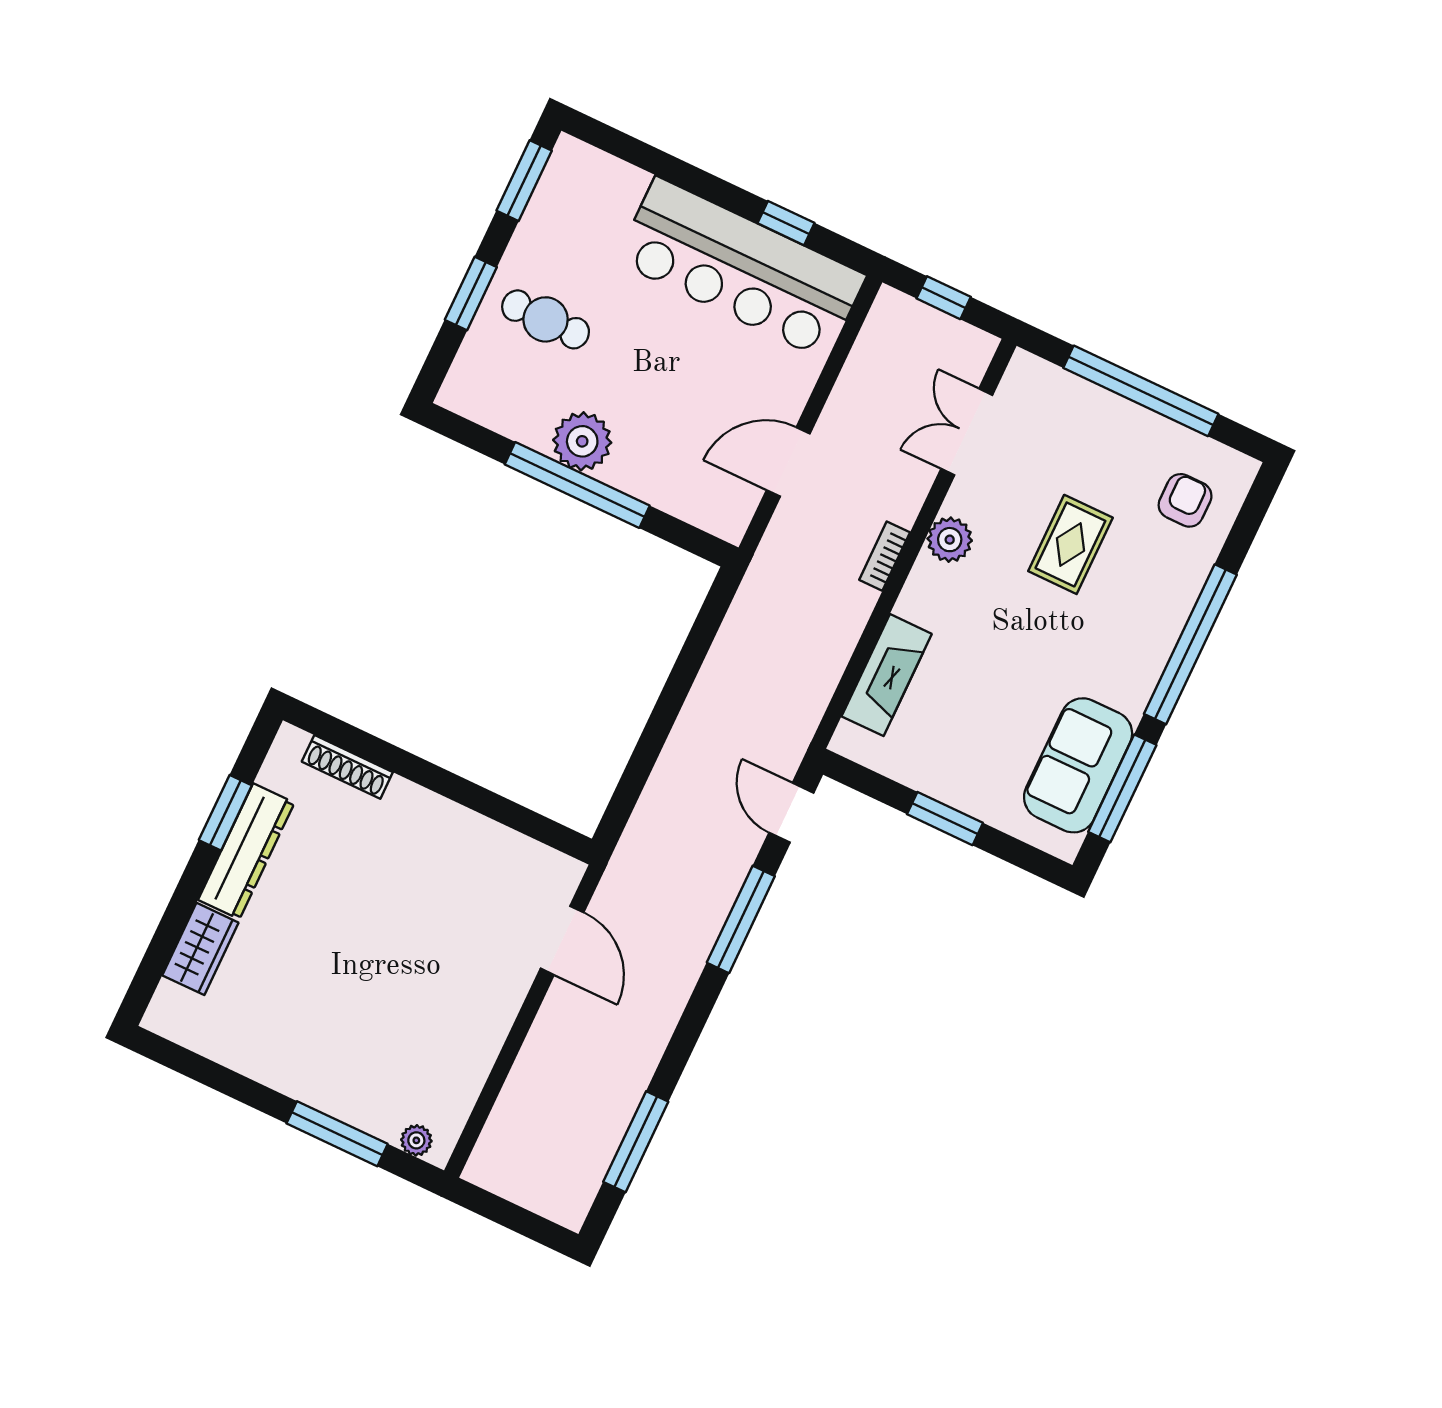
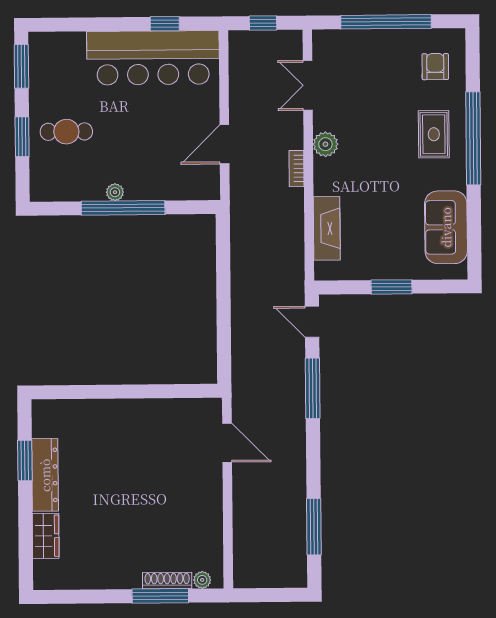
plant: (582, 441) -> (115, 192), width x0.53, depth x0.53
rug: (1070, 544) -> (434, 134), moved
shoe rack: (347, 767) -> (167, 581), moved, turned 180
window: (1122, 788) -> (474, 228), removed

